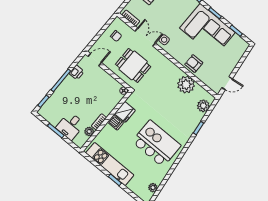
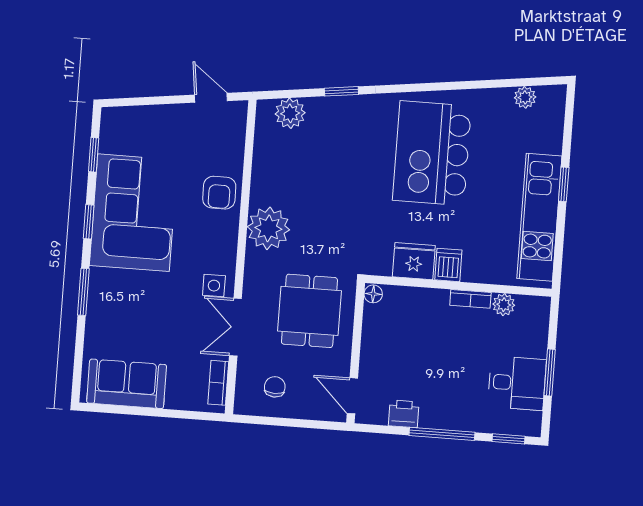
plant: (186, 85) -> (268, 228), moved
desk: (70, 126) -> (517, 383), moved

